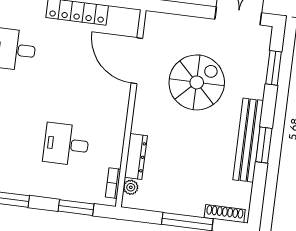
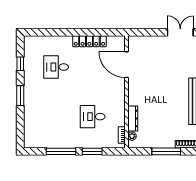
spiral stairs: (197, 82) -> (162, 73), removed
window: (76, 208) -> (92, 151), moved

